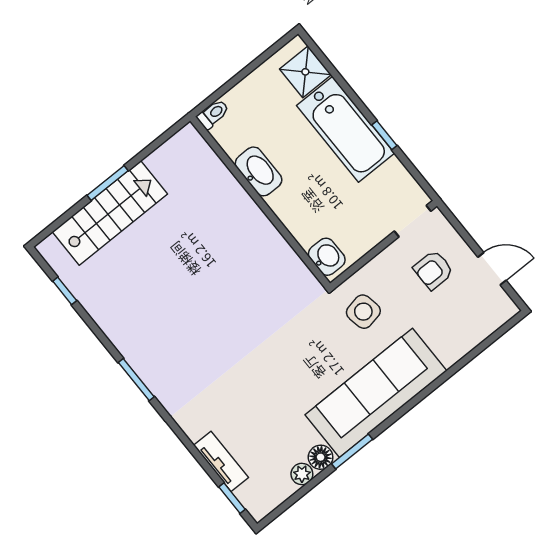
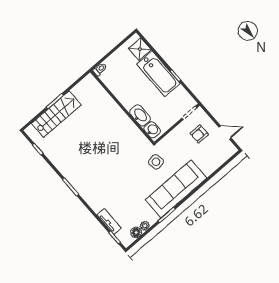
washbasin: (259, 171) -> (140, 115), moved
side table: (363, 312) -> (156, 162), moved
floor lamp: (321, 457) -> (136, 232), moved

